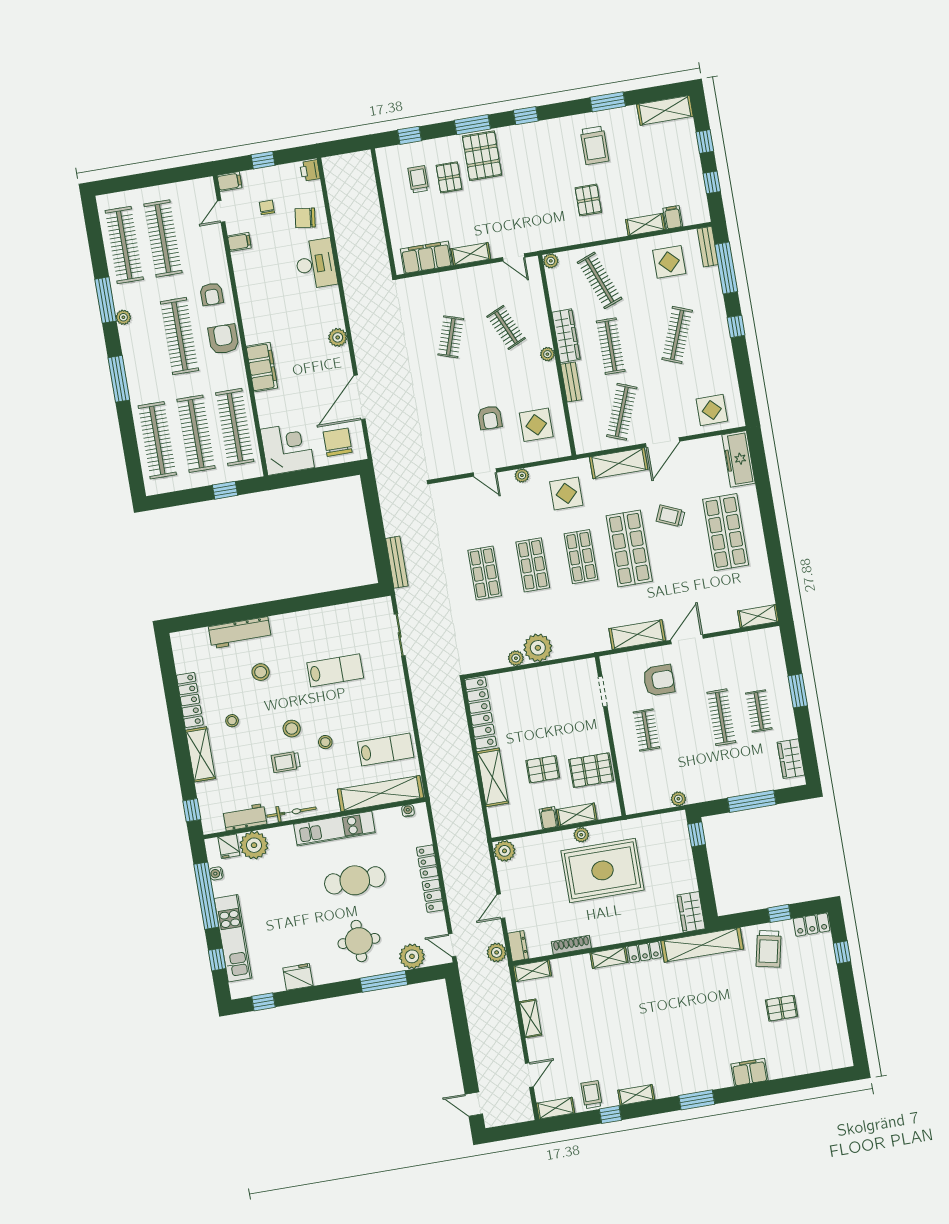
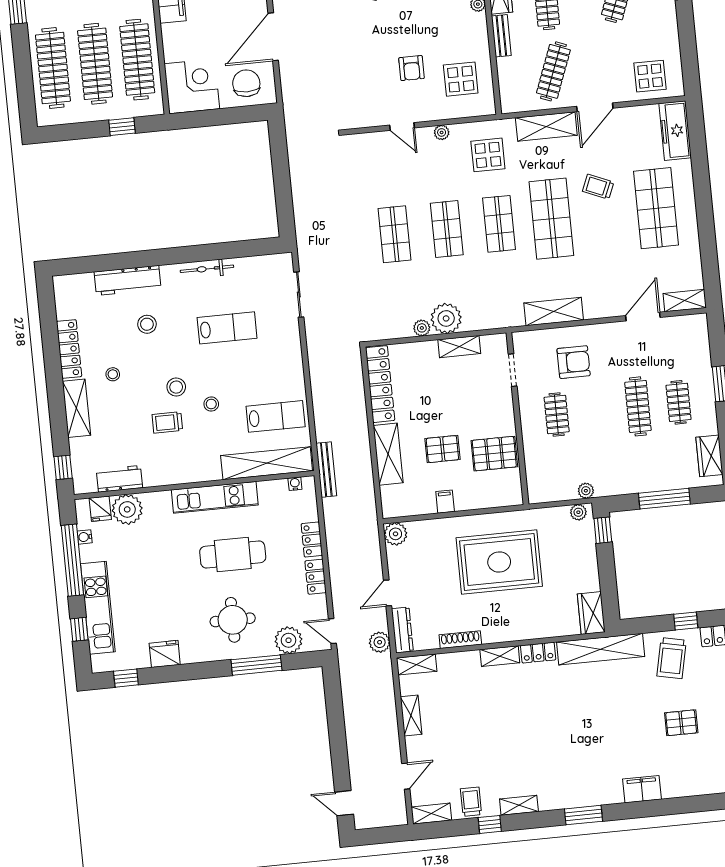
bench: (397, 562) -> (326, 470), moved
door: (687, 639) -> (643, 317), moved
bicycle: (291, 812) -> (207, 269), moved, turned 180
shelving: (577, 815) -> (459, 347), moved
plant: (581, 835) -> (578, 512), moved
dresser: (518, 946) -> (402, 630), width x1.44

